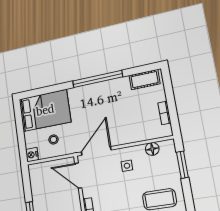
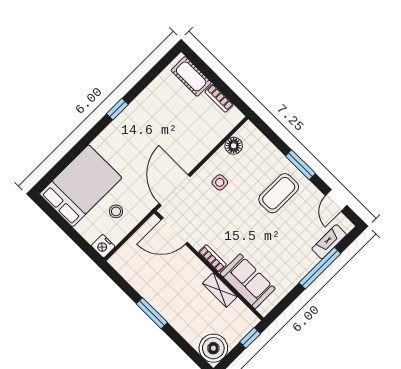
window: (98, 79) -> (117, 109), width x0.32
cot: (145, 80) -> (191, 76), moved, turned 90
window: (182, 165) -> (300, 165), moved

